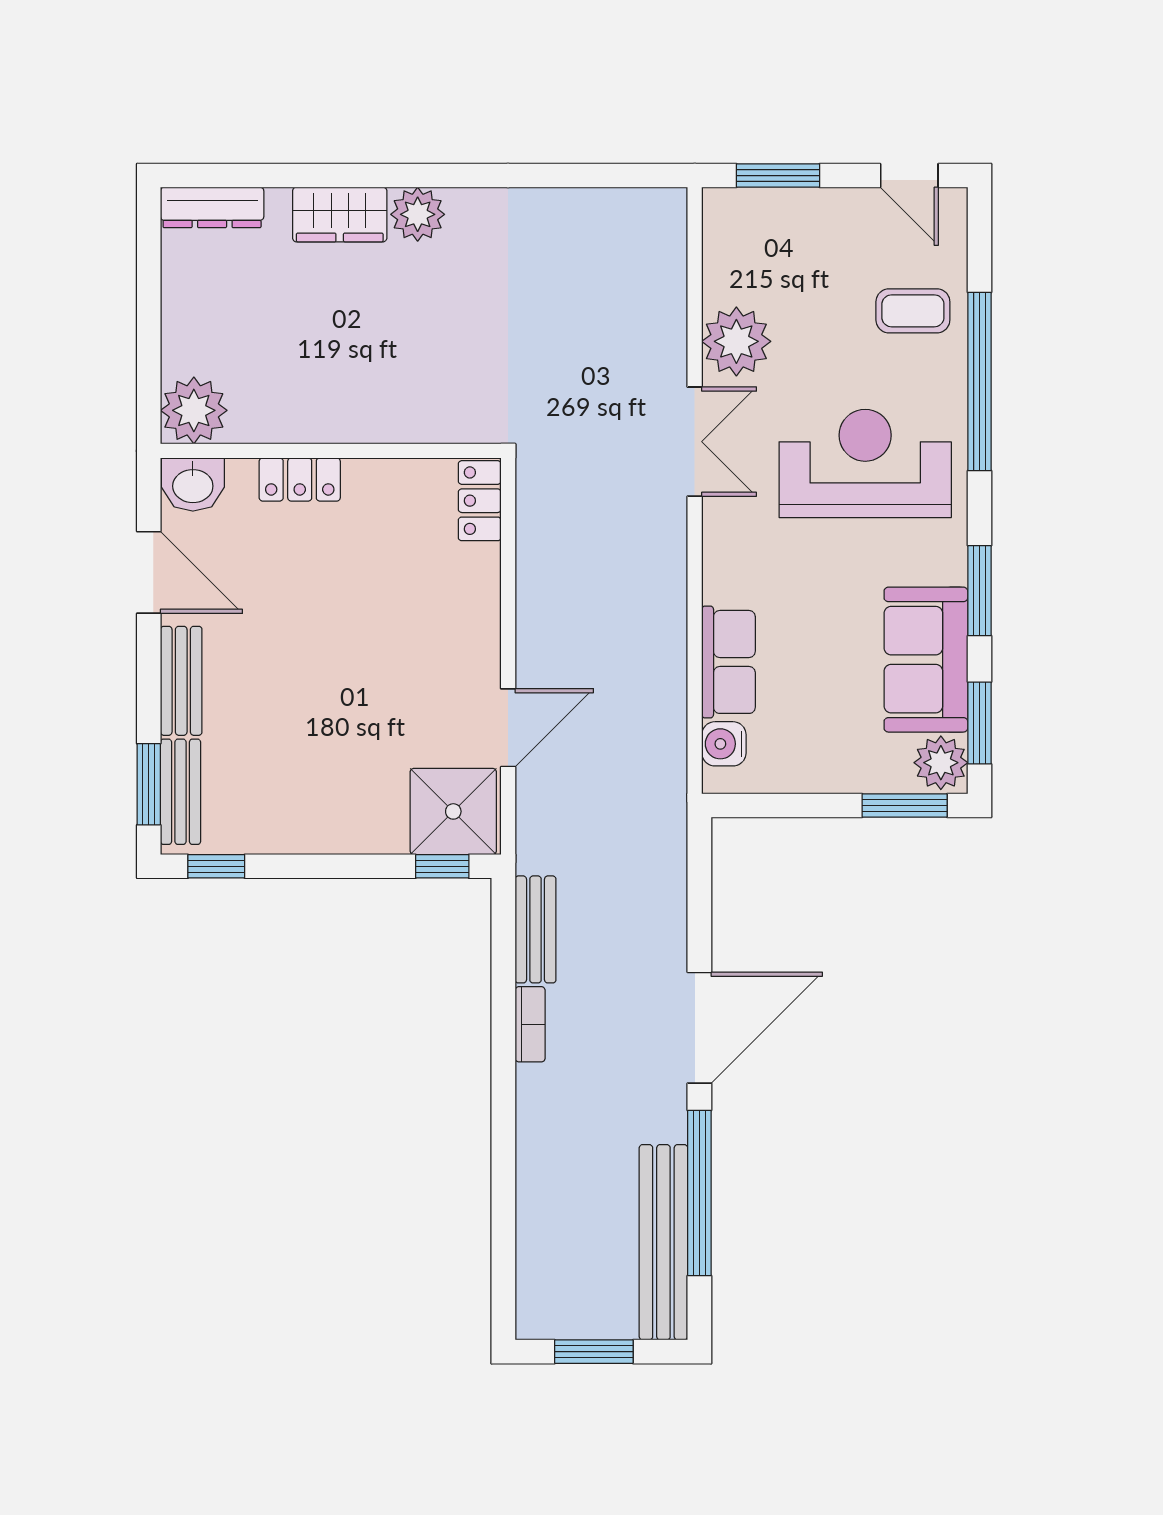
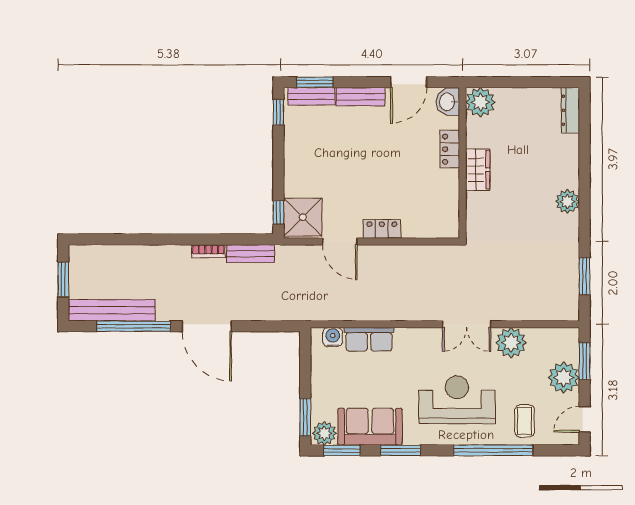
window: (587, 176) -> (585, 276), added
wardrobe: (340, 214) -> (478, 170), moved, turned 180
plant: (815, 223) -> (564, 377), added
reception desk: (865, 463) -> (457, 400), turned -90
locker: (480, 501) -> (382, 229), moved

